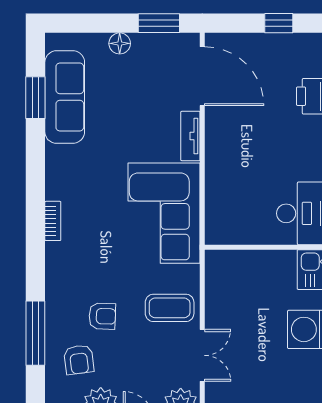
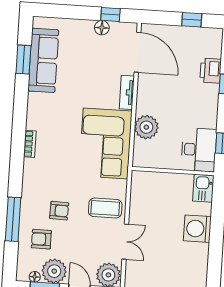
window: (159, 23) -> (110, 14), width x0.67
floor lamp: (120, 43) -> (102, 28), moved
plant: (222, 185) -> (146, 127), added
armchair: (79, 360) -> (41, 239), turned 97

